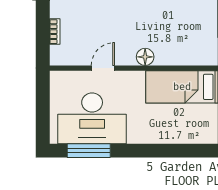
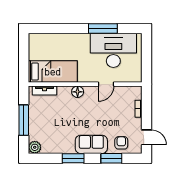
tv unit: (194, 59) -> (45, 91), added
window: (89, 151) -> (103, 29), moved

